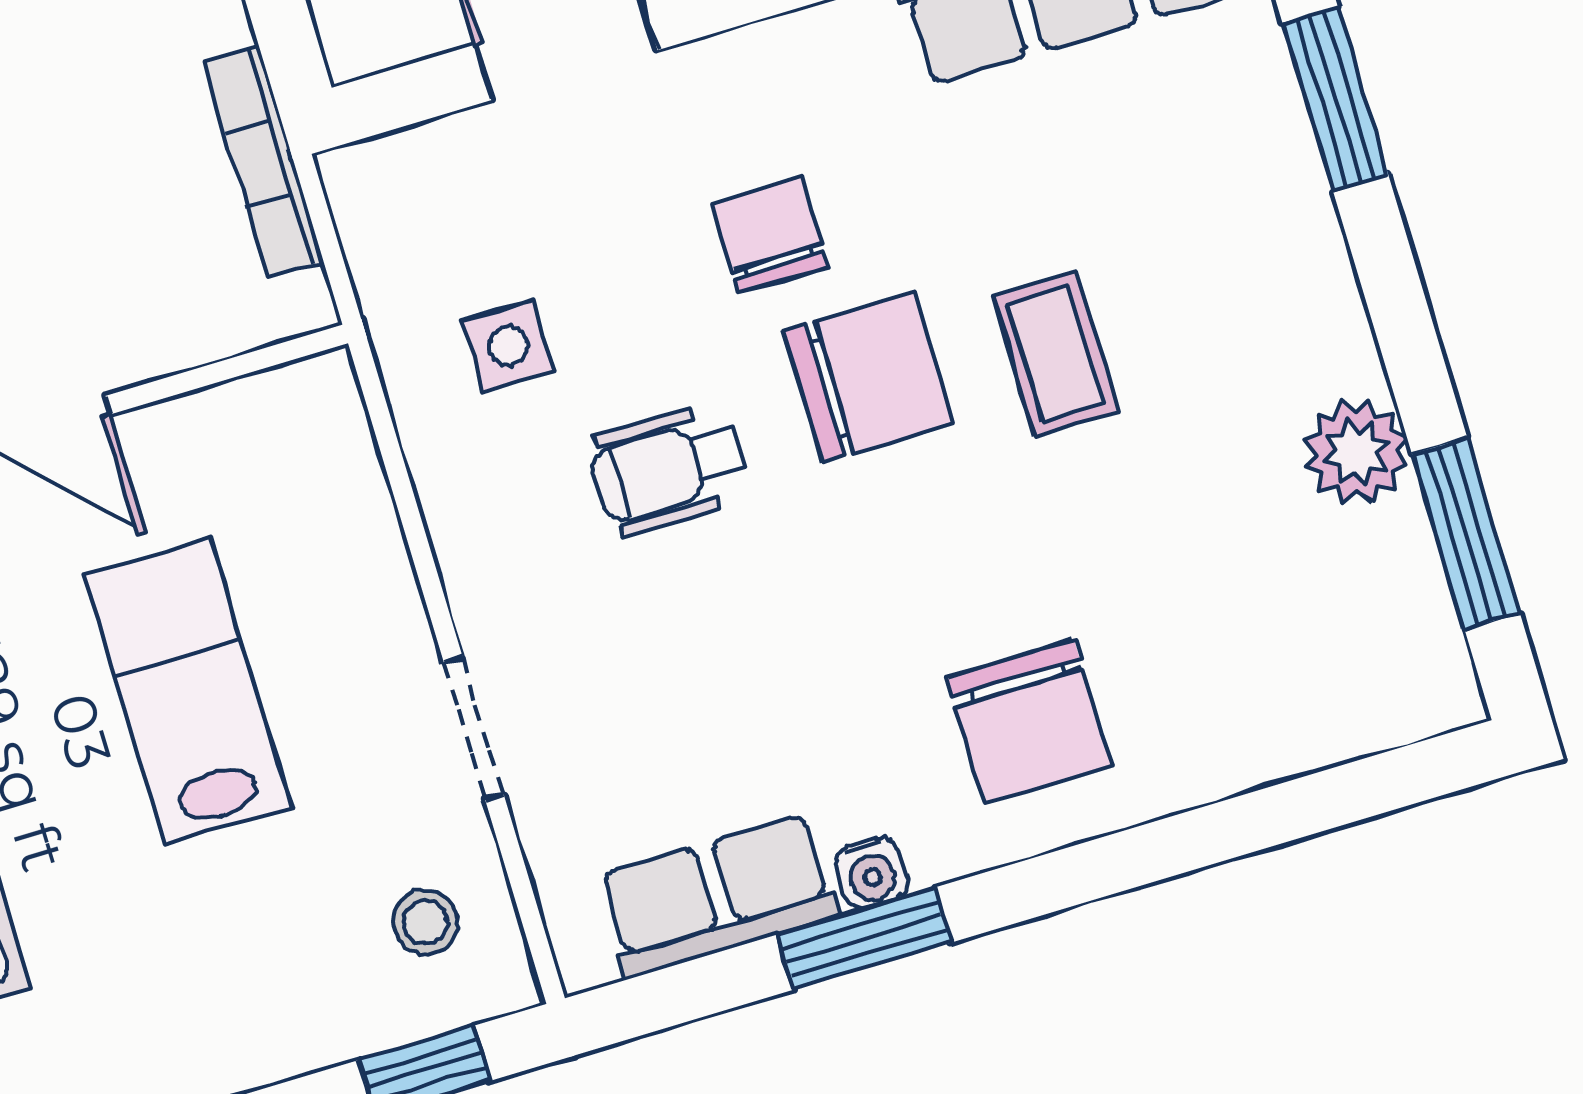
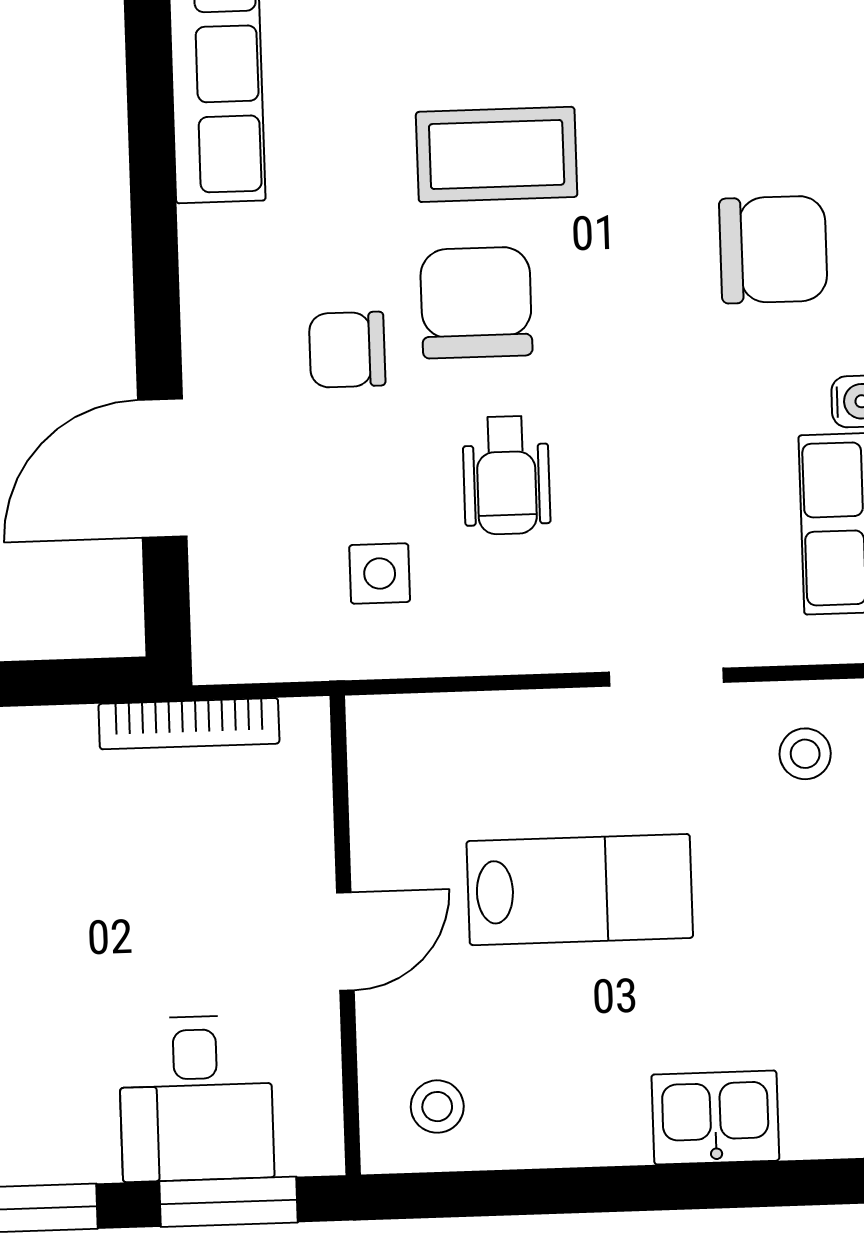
coffee table: (1056, 354) -> (497, 154), width x1.36, depth x1.30
lab bench: (188, 691) -> (580, 890), turned 180

